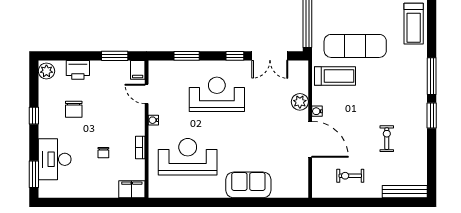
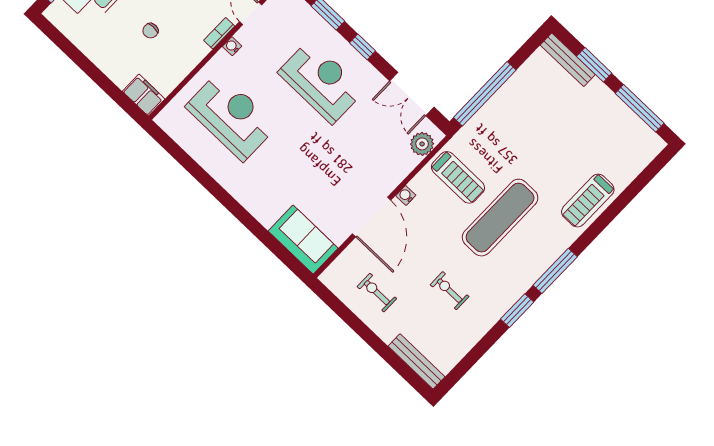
exercise mat: (355, 46) -> (500, 218), moved, turned 90
window: (235, 56) -> (363, 47), moved
plant: (300, 102) -> (422, 144), moved
exercise bike: (387, 139) -> (450, 291), turned -90
bookcase: (140, 147) -> (219, 33), moved
sofa: (248, 185) -> (303, 240), moved

